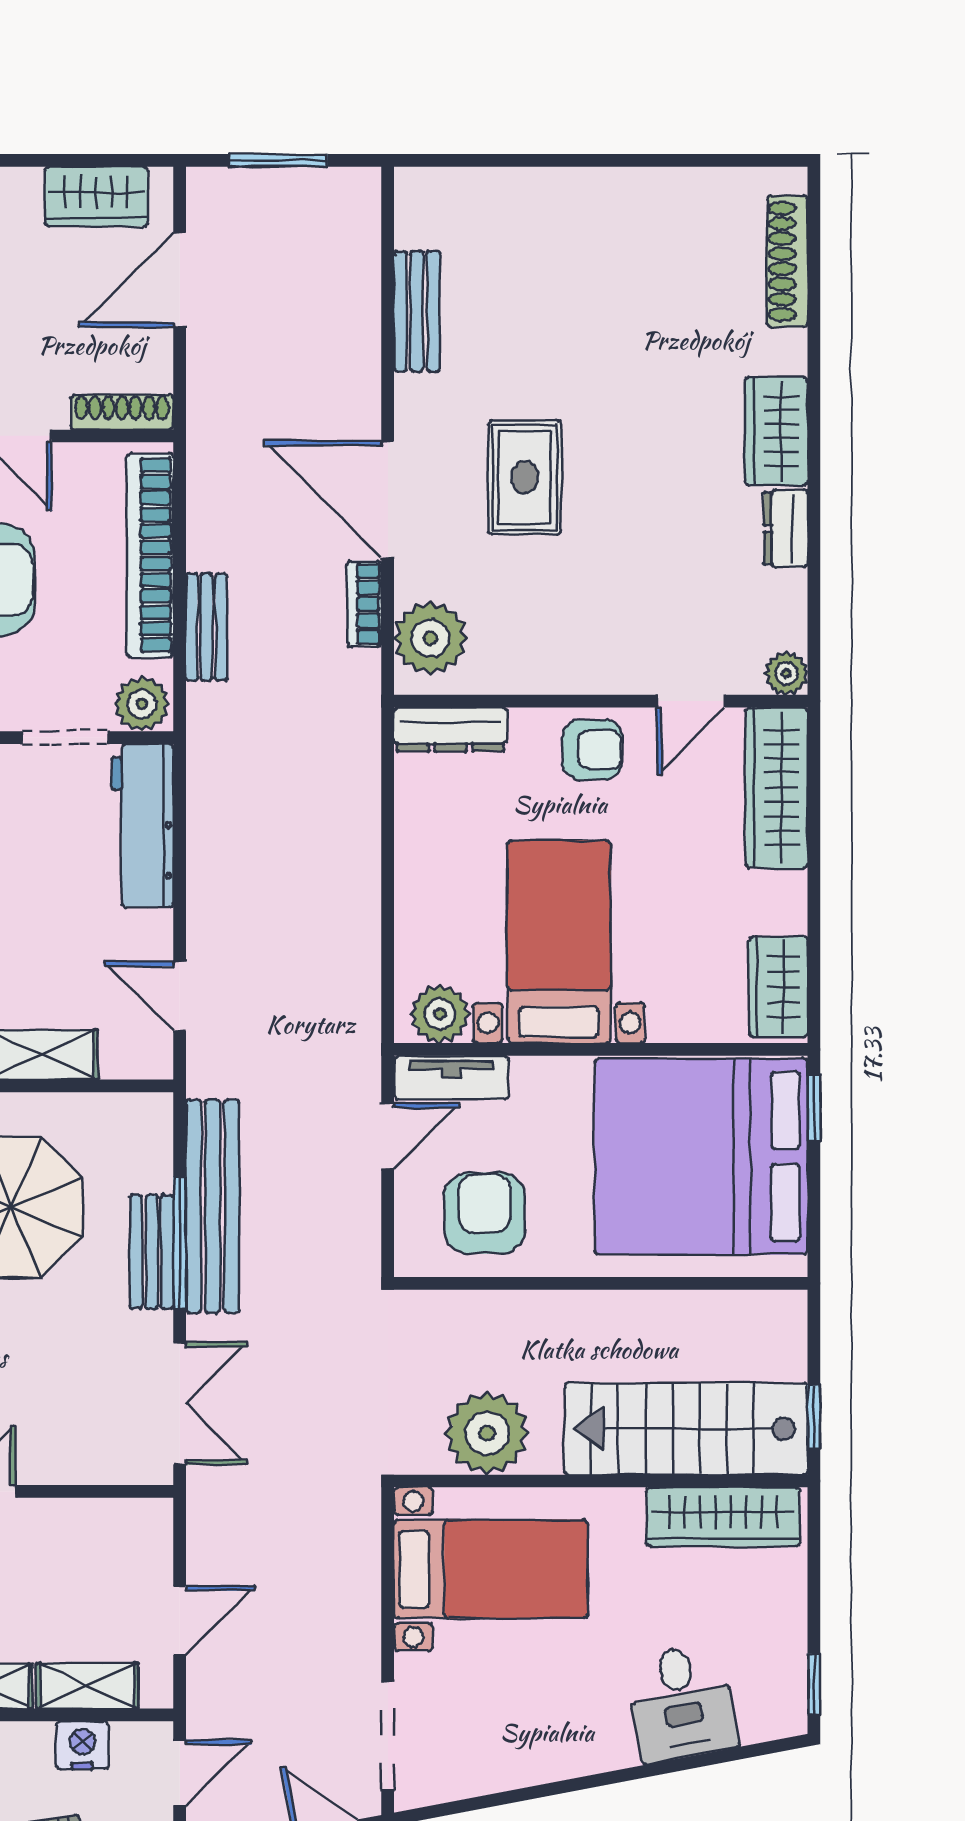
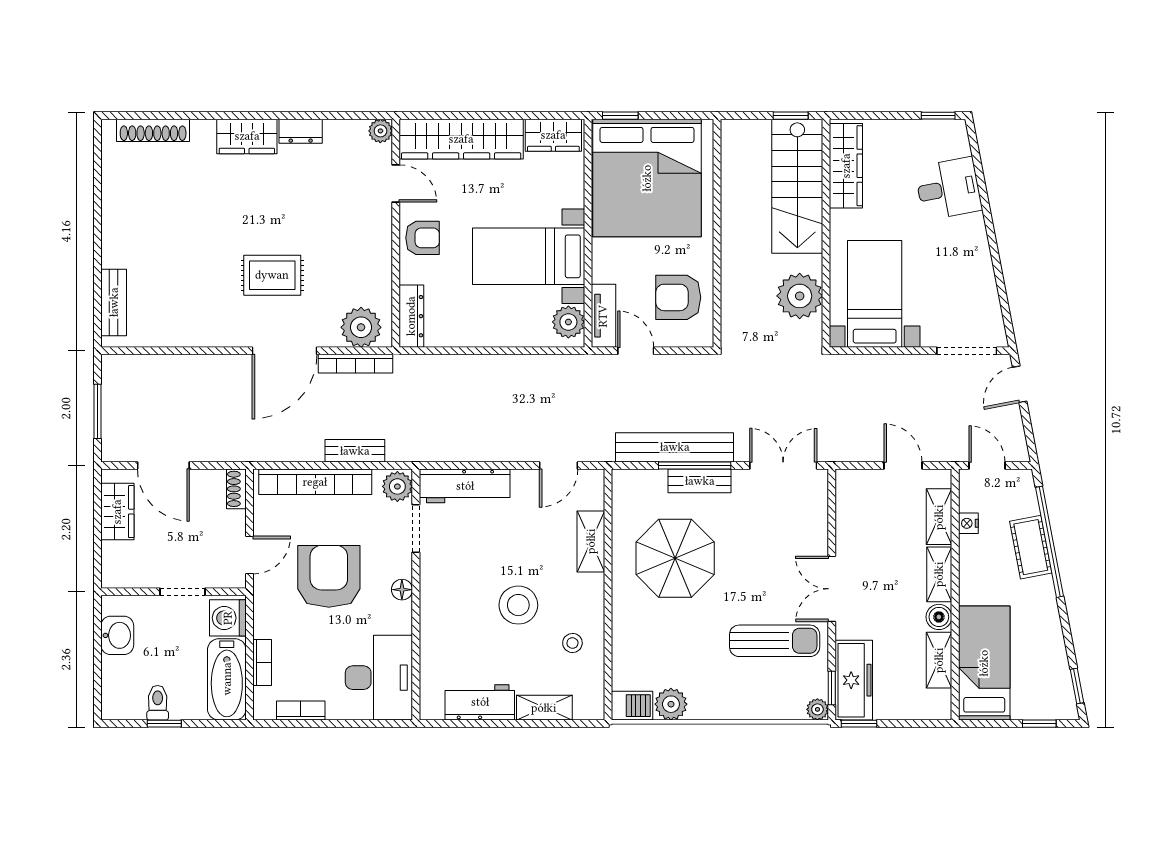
bench: (417, 311) -> (114, 302), moved, turned 90
shoe rack: (122, 412) -> (236, 489), width x0.70
bookcase: (364, 604) -> (355, 364), width x1.56
armchair: (592, 750) -> (423, 238), turned 90
wardrobe: (777, 788) -> (461, 139), width x1.40, depth x1.17
nightstand: (82, 1745) -> (968, 523), width x0.72, depth x0.74

